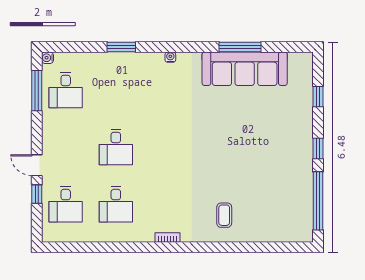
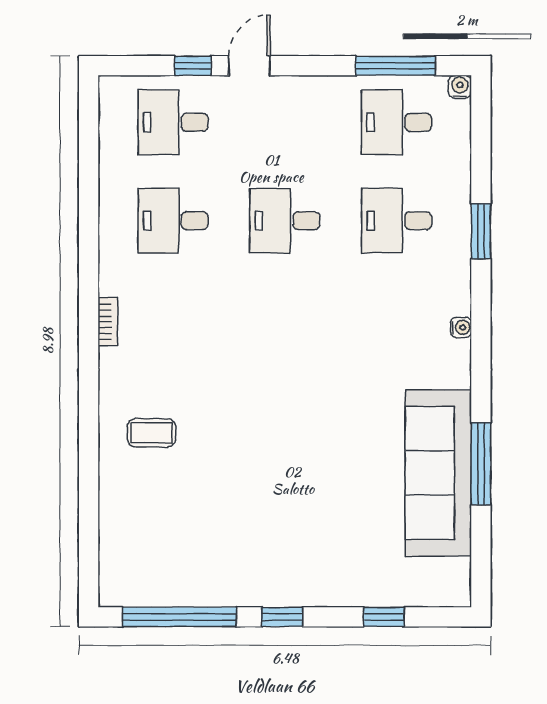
desk: (116, 90) -> (396, 221), added

